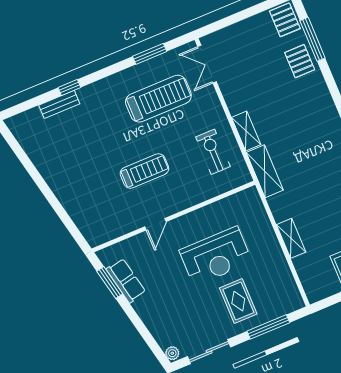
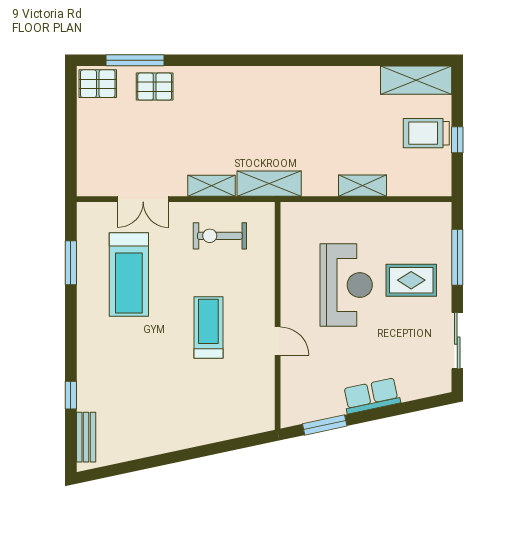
double door: (207, 64) -> (143, 199), moved
window: (69, 88) -> (71, 395), moved
treadmill: (158, 99) -> (129, 275), turned 180
bench: (59, 104) -> (86, 437), moved
row of seats: (126, 281) -> (371, 396), moved
plant: (172, 353) -> (441, 385), removed

